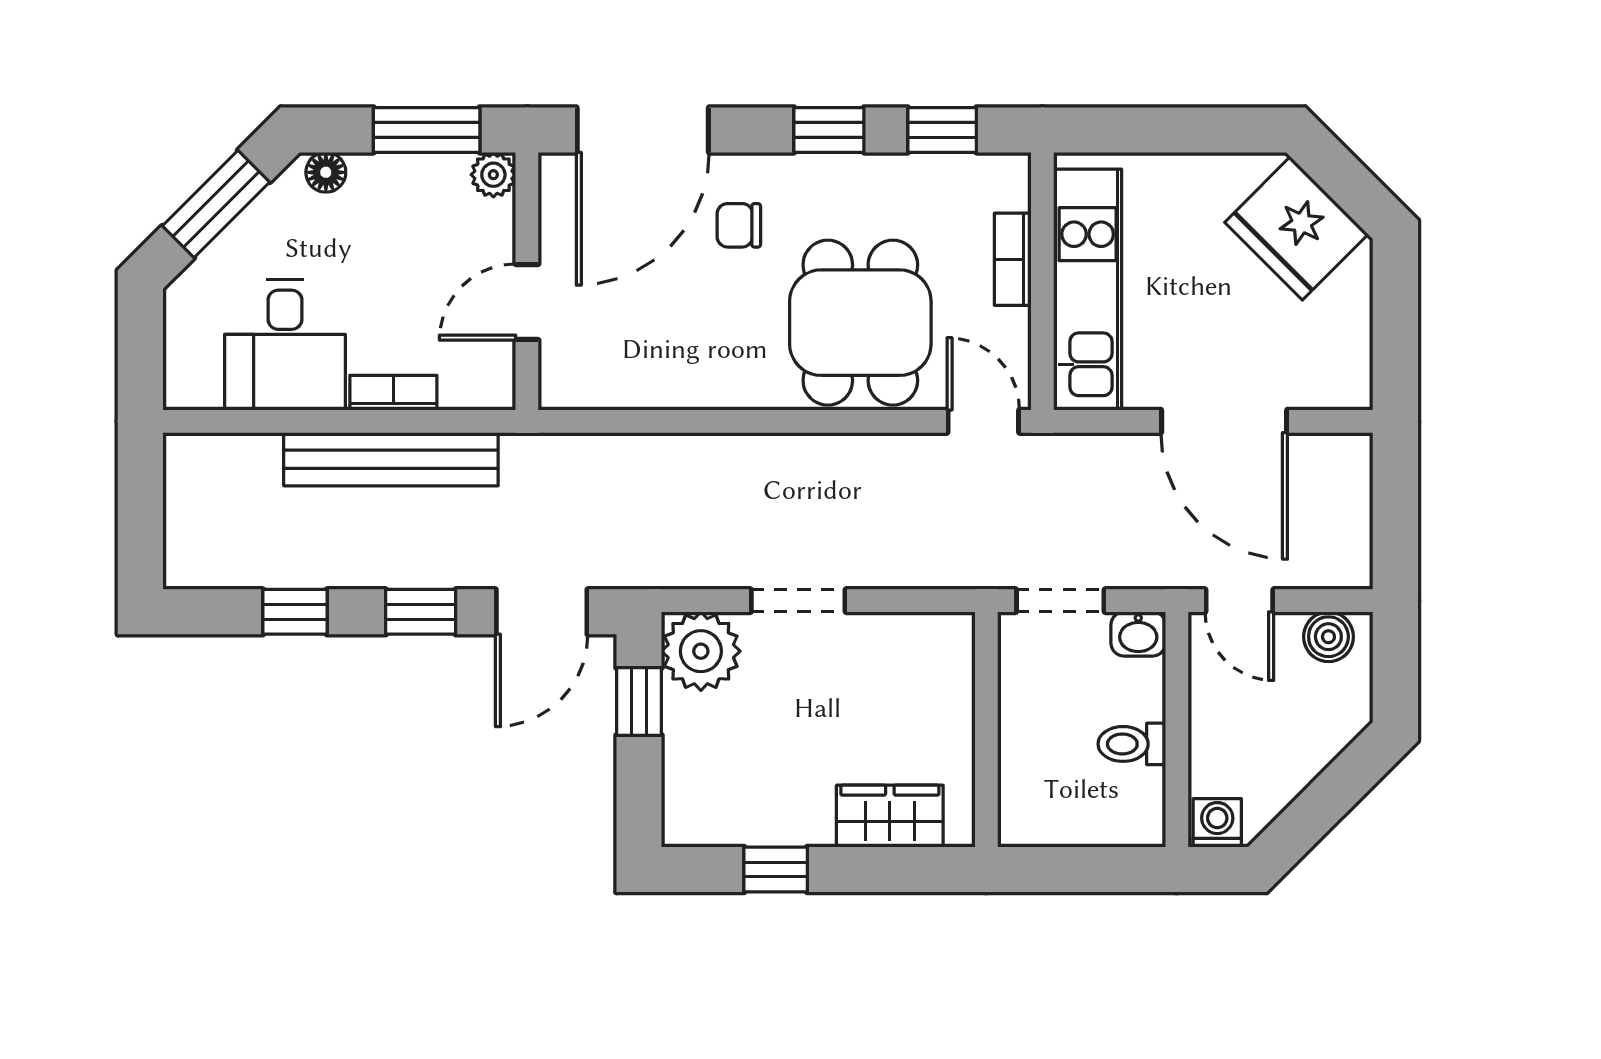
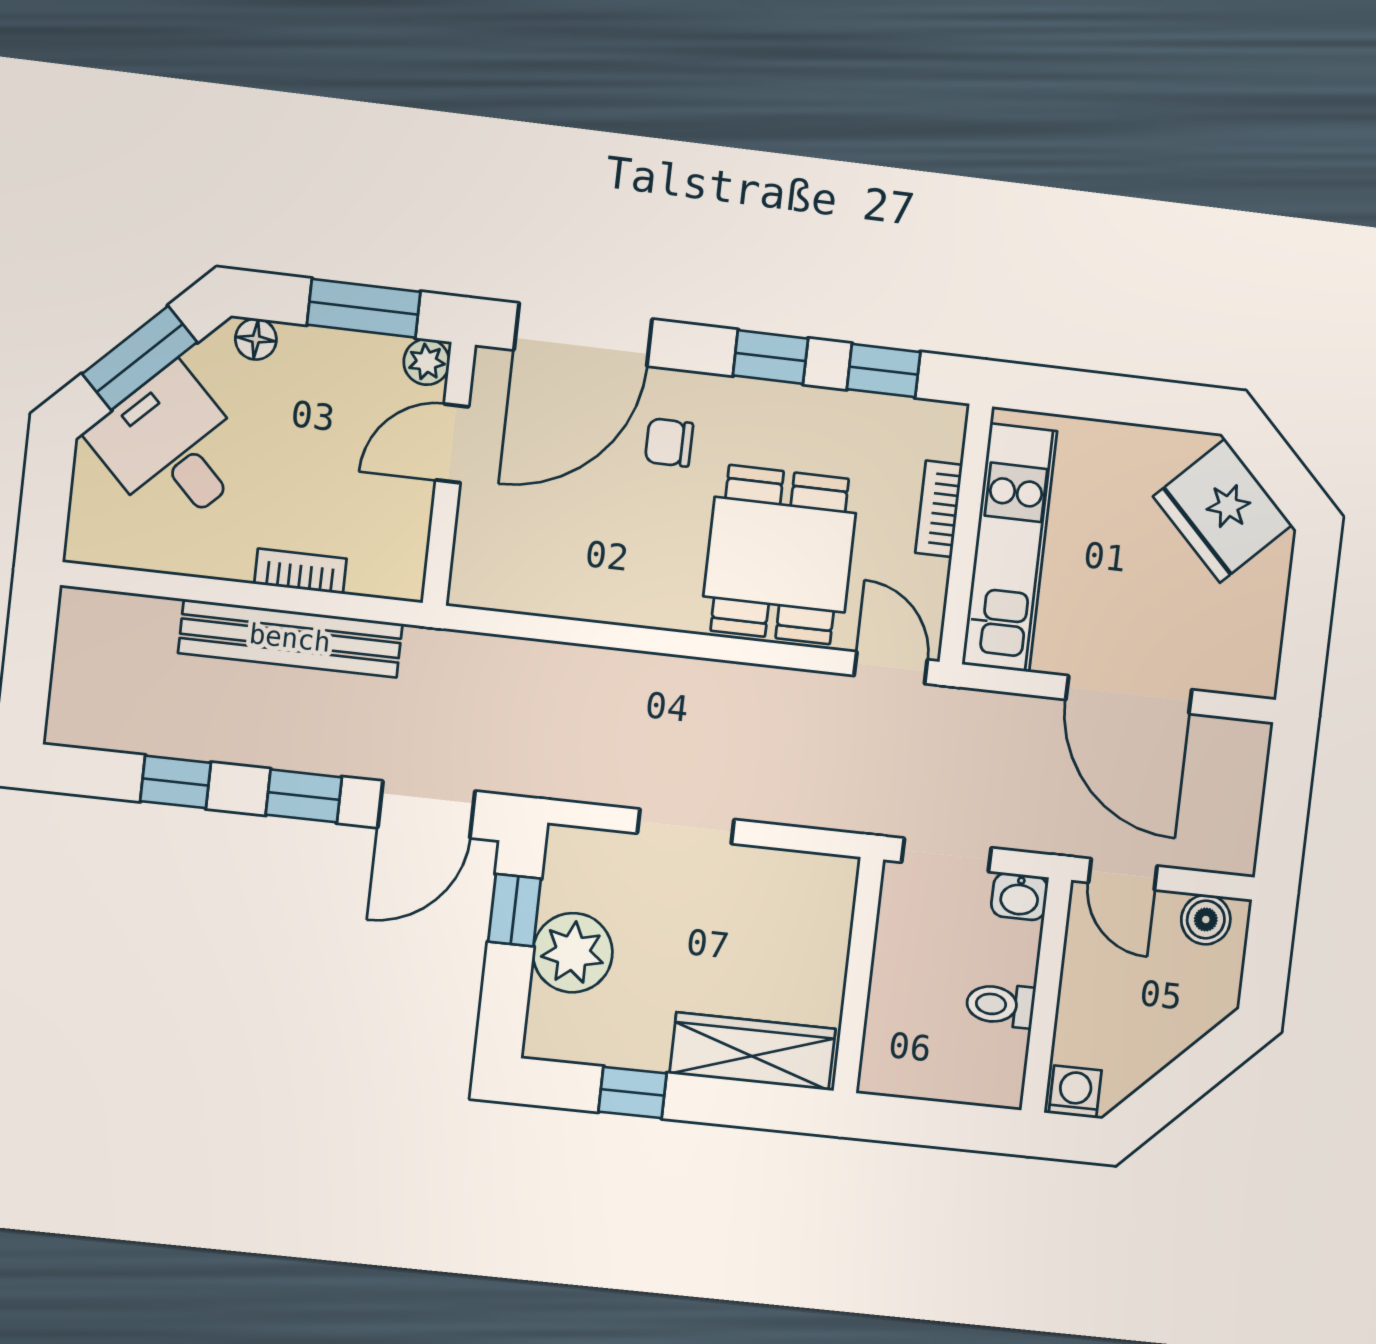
door: (527, 302) -> (452, 443), moved
desk: (285, 345) -> (172, 448), moved, turned 135
plant: (701, 651) -> (573, 953), moved
wardrobe: (890, 816) -> (753, 1051), width x1.50

